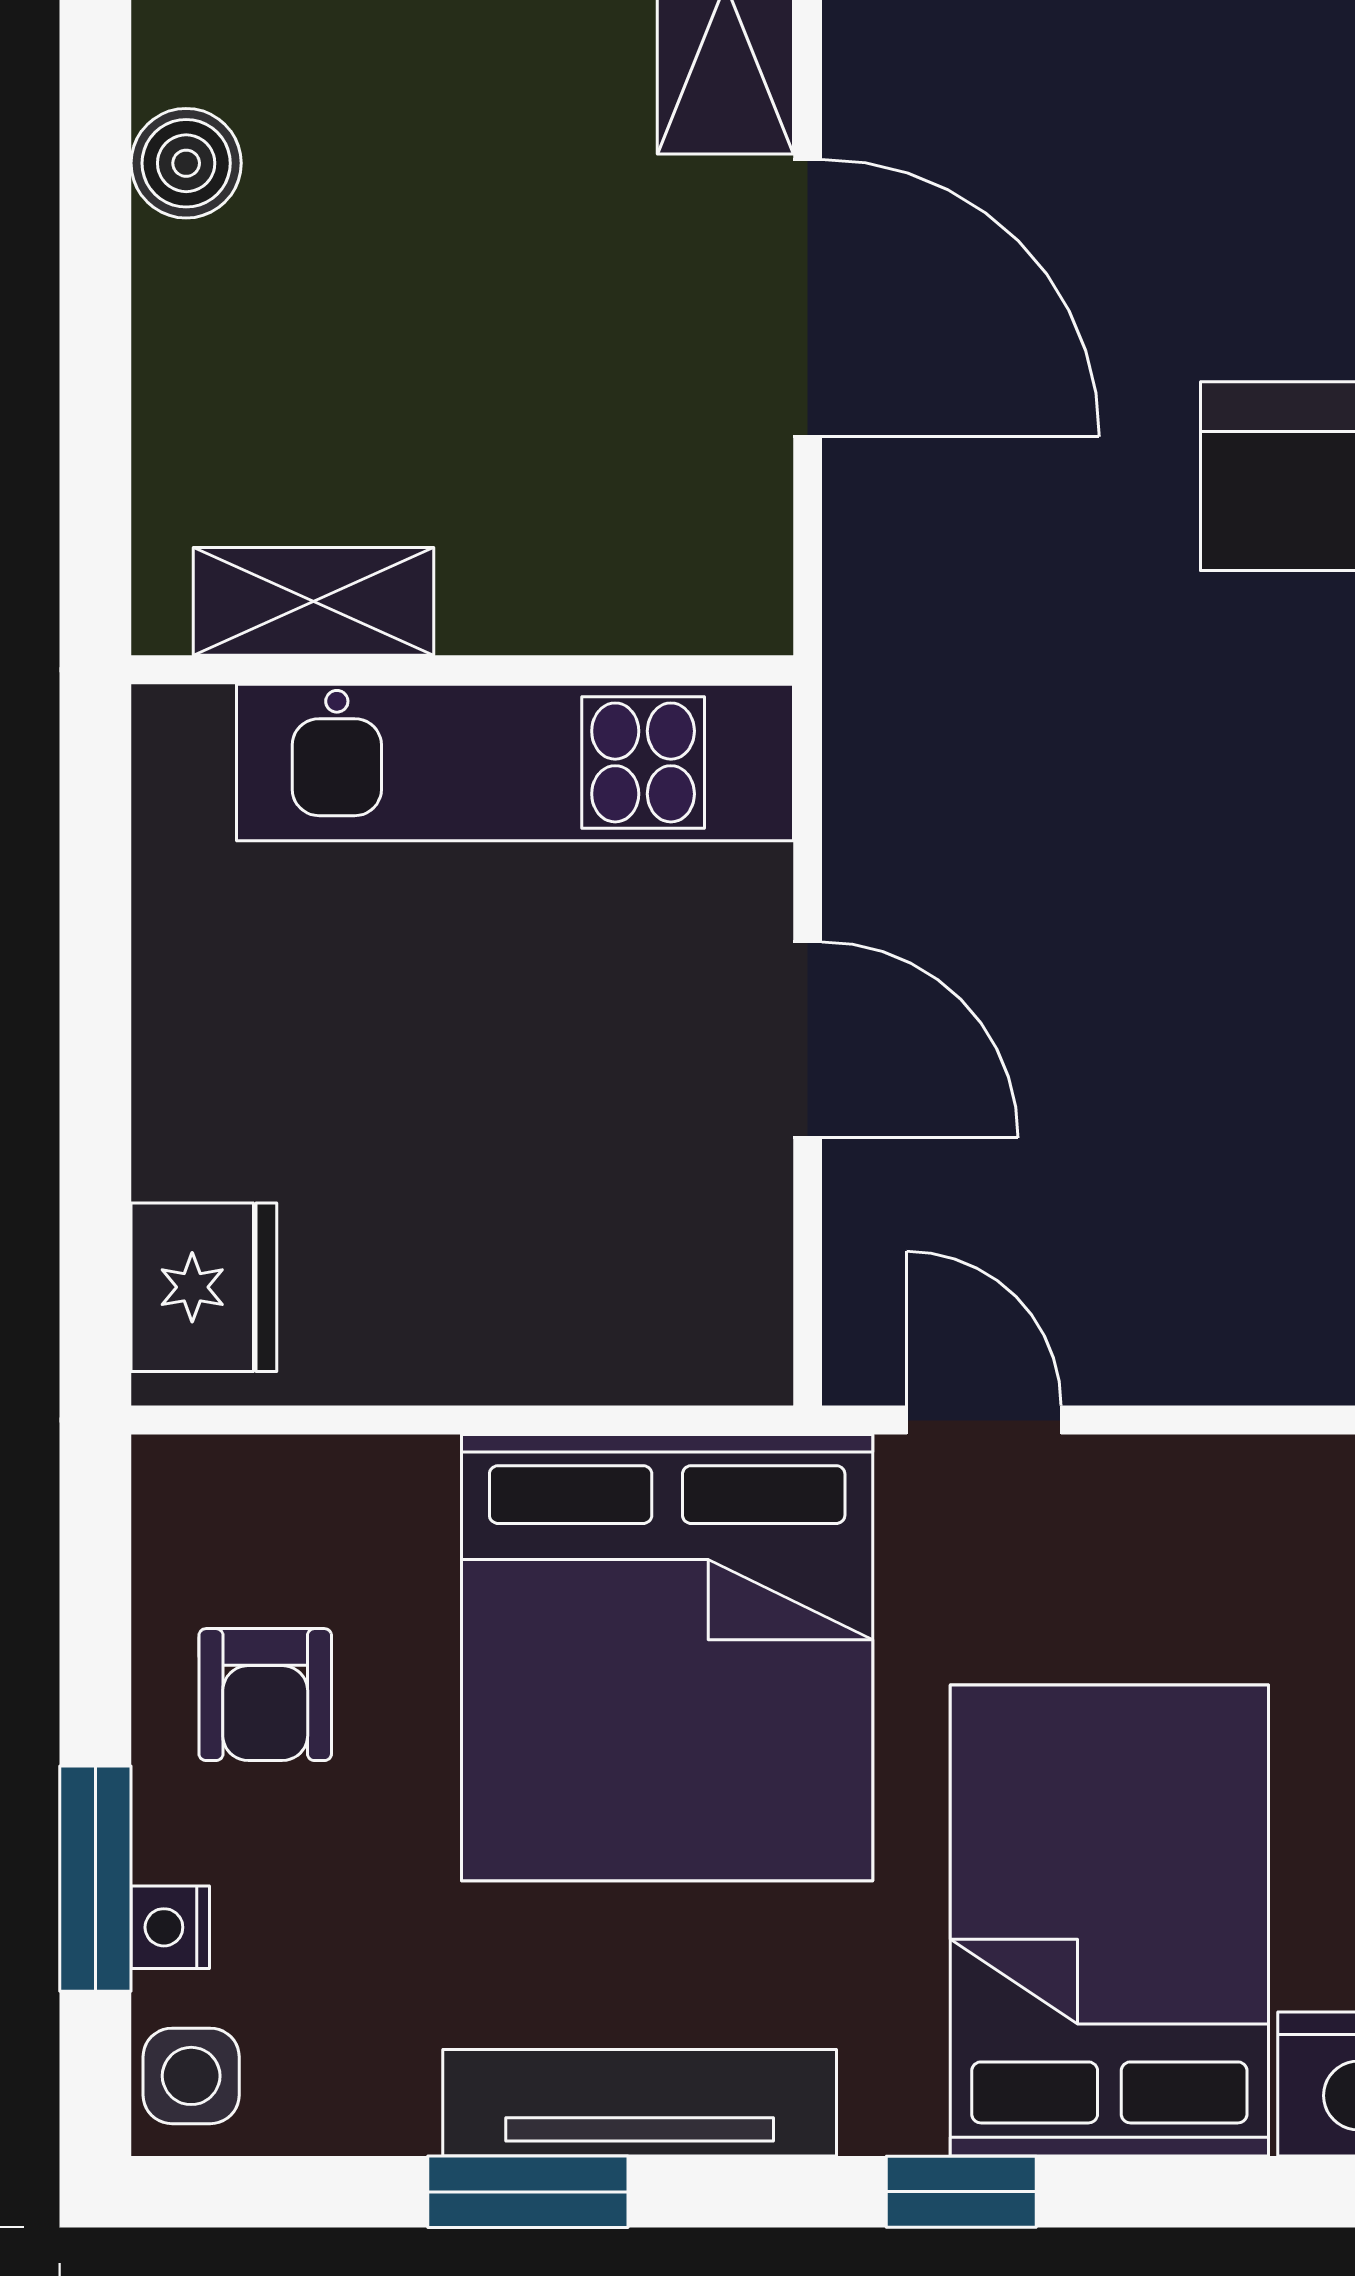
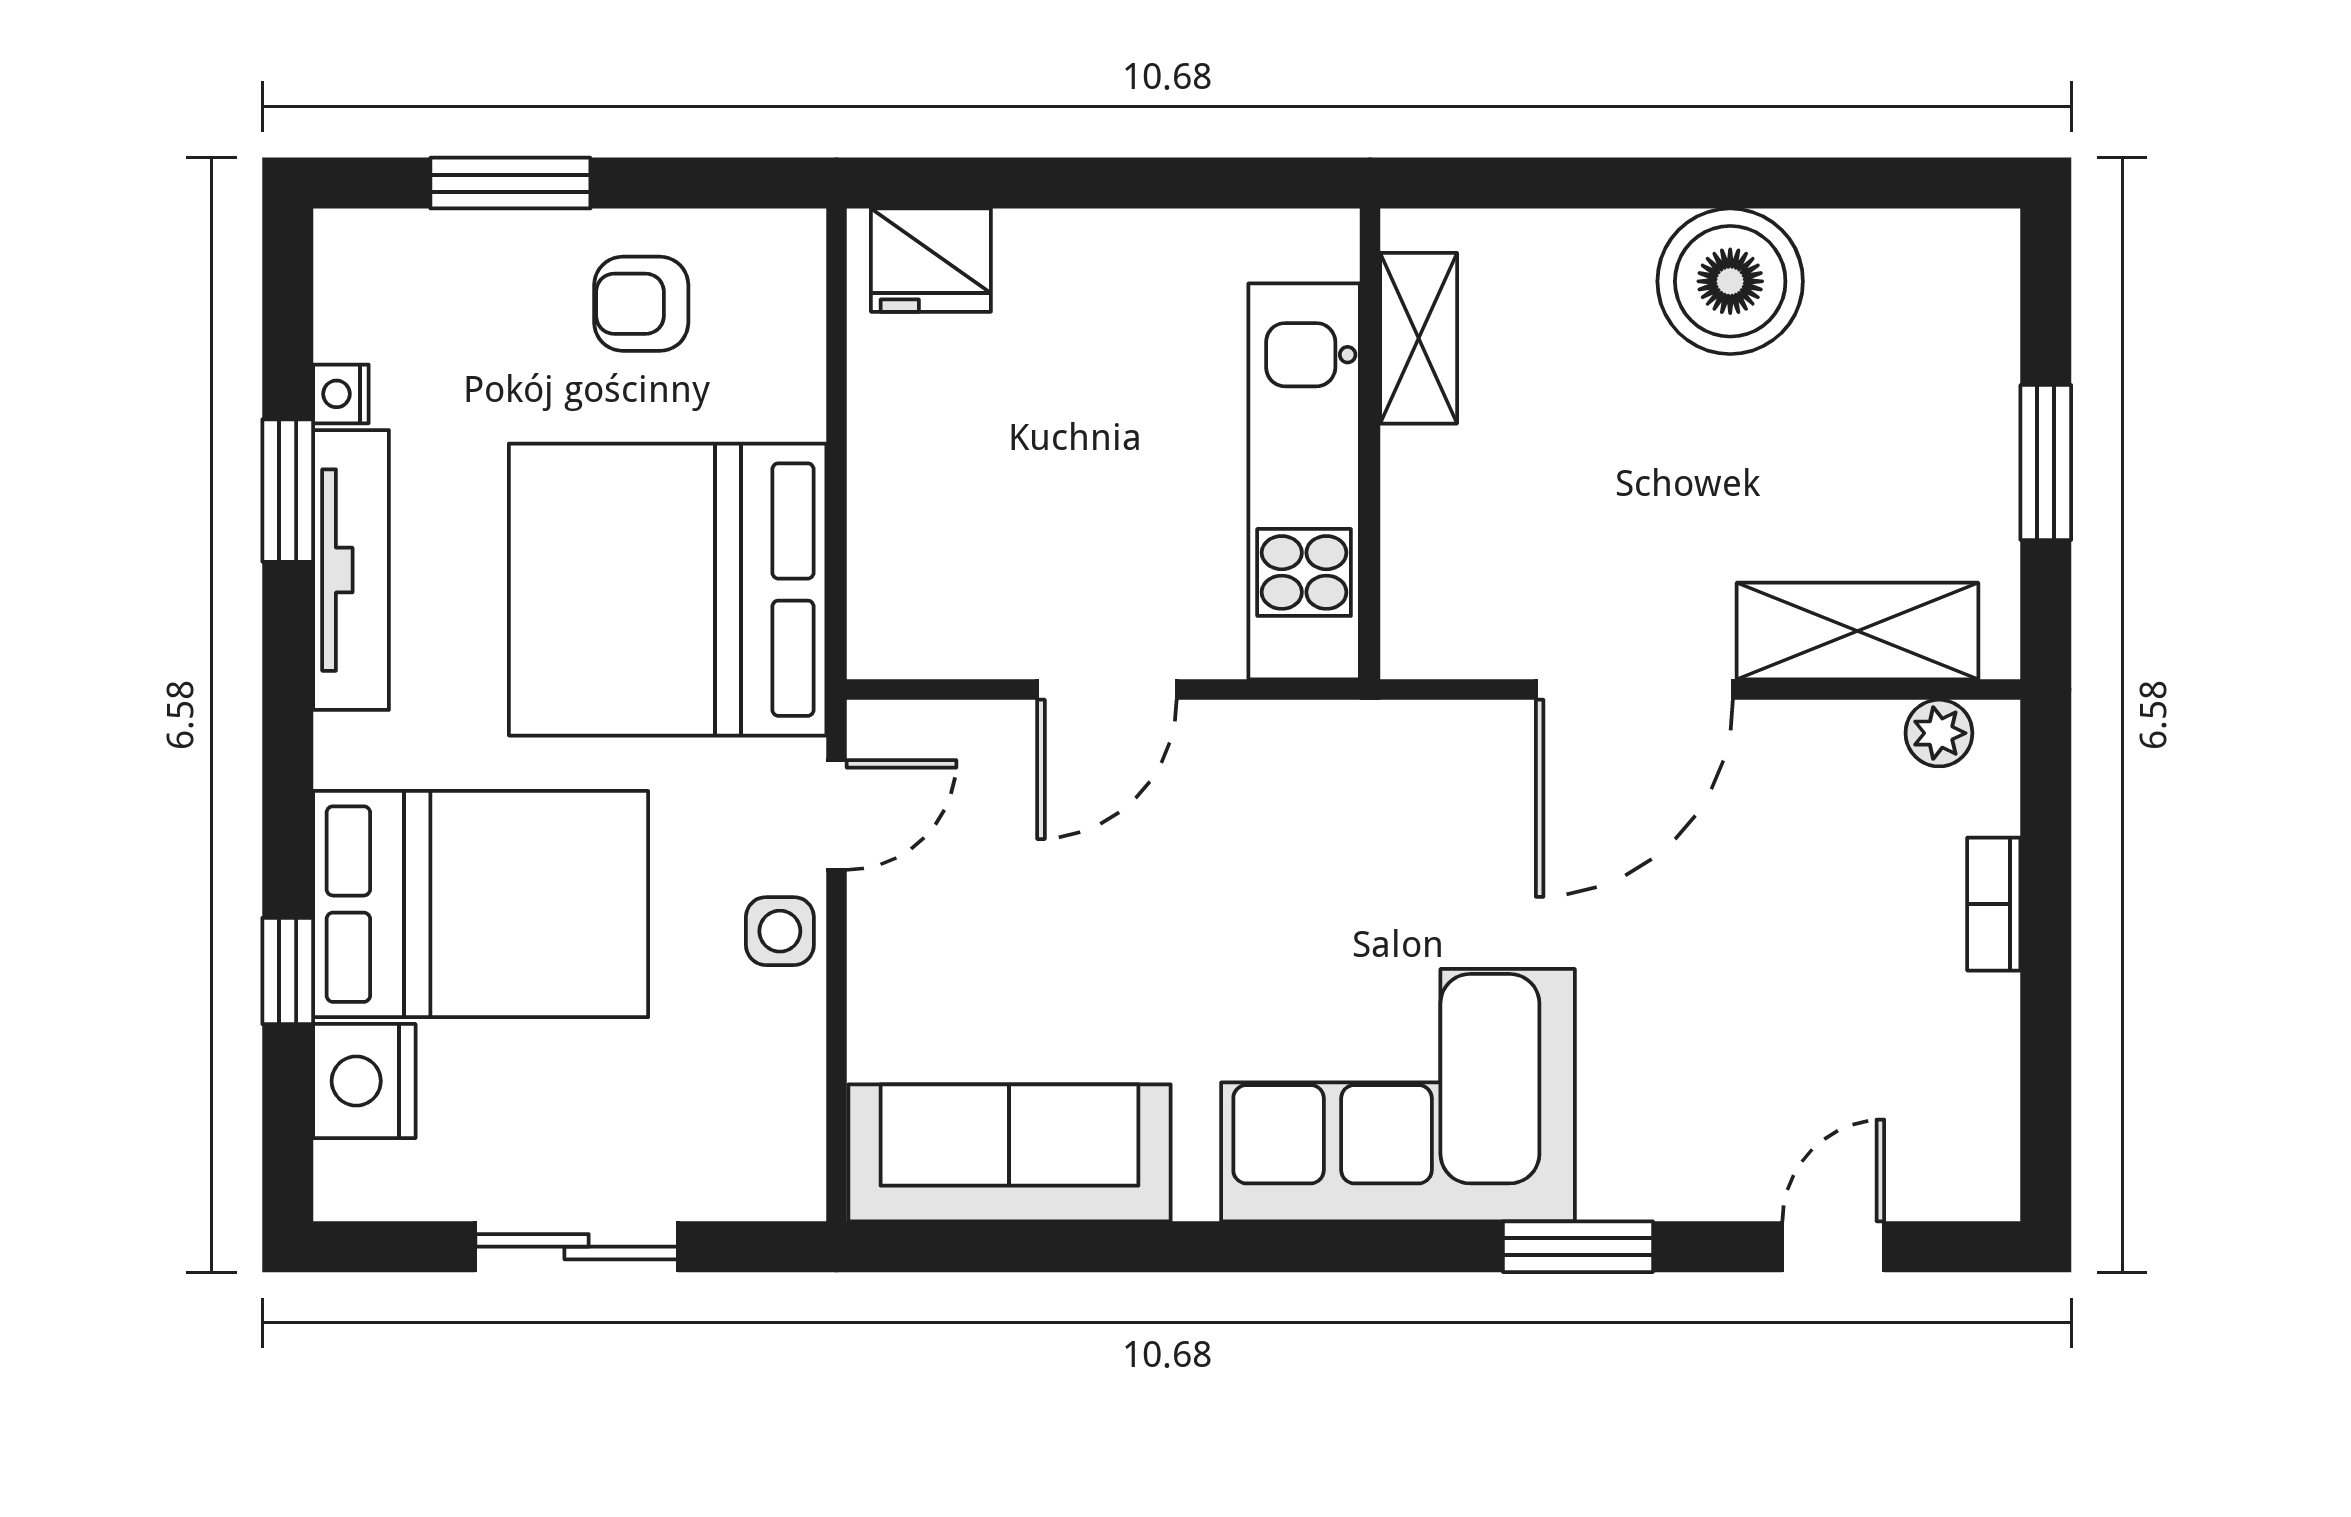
boiler: (186, 163) -> (1730, 281), width x1.86, depth x1.86
nightstand: (170, 1927) -> (341, 394), moved, turned -90
side table: (191, 2076) -> (780, 931), moved
window: (961, 2192) -> (288, 971), moved

